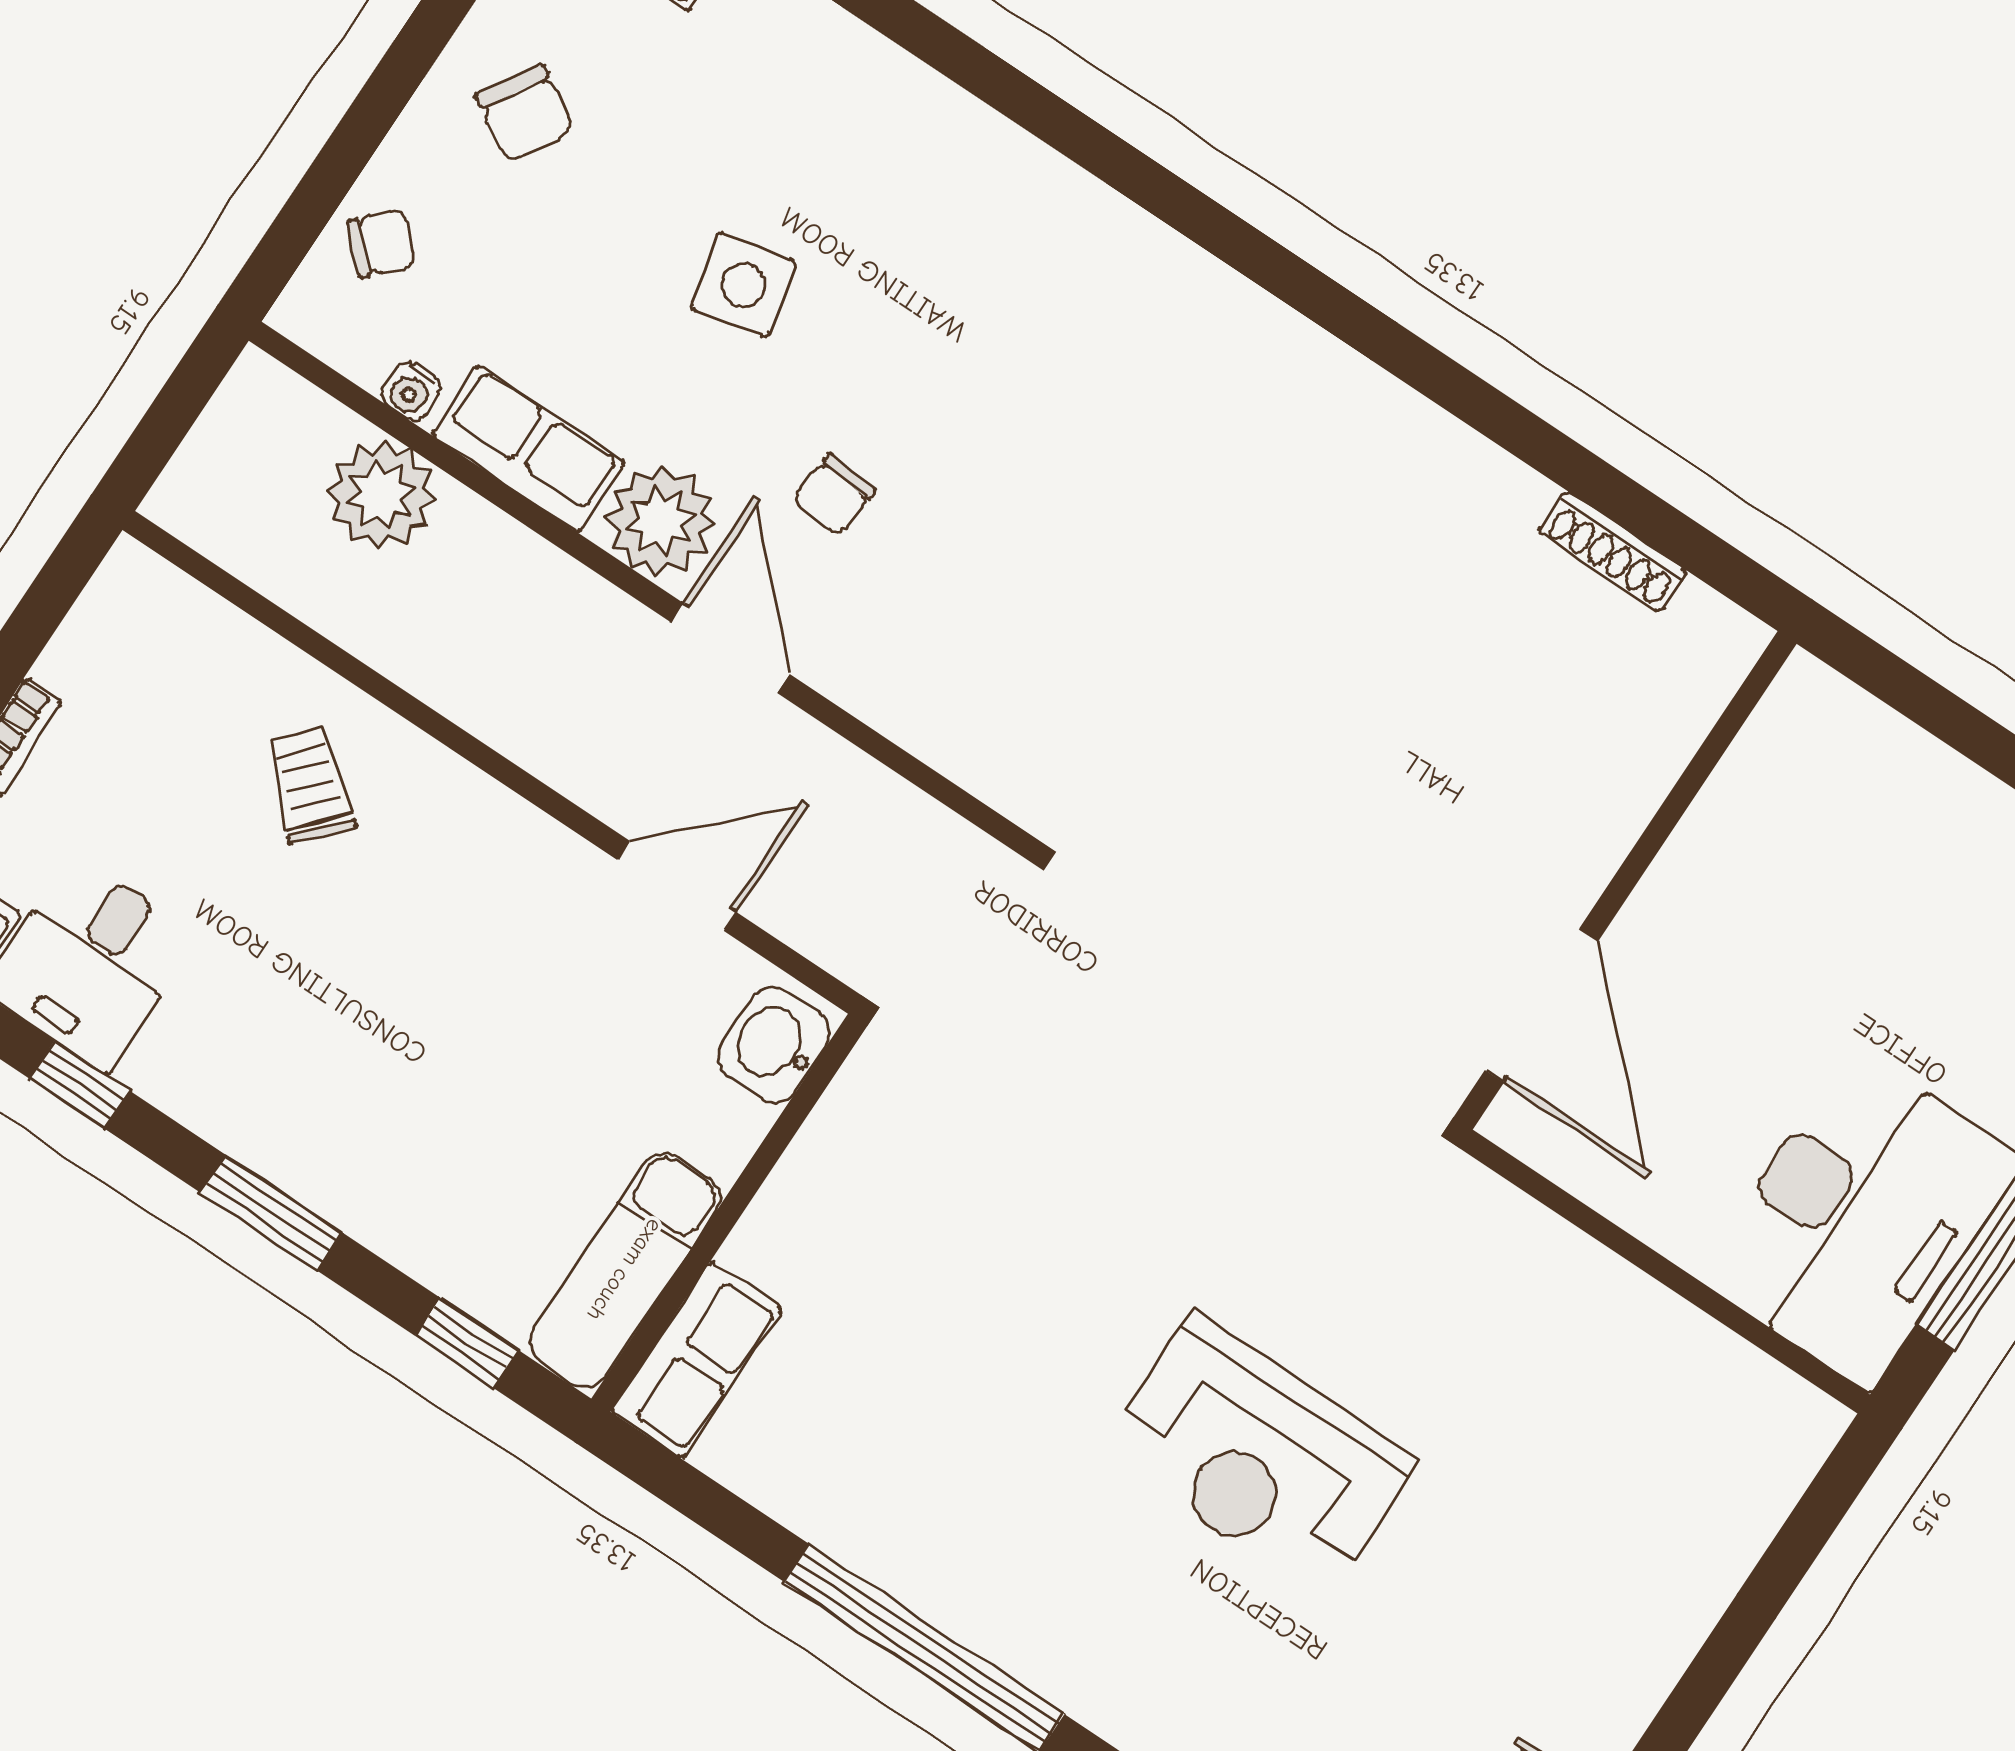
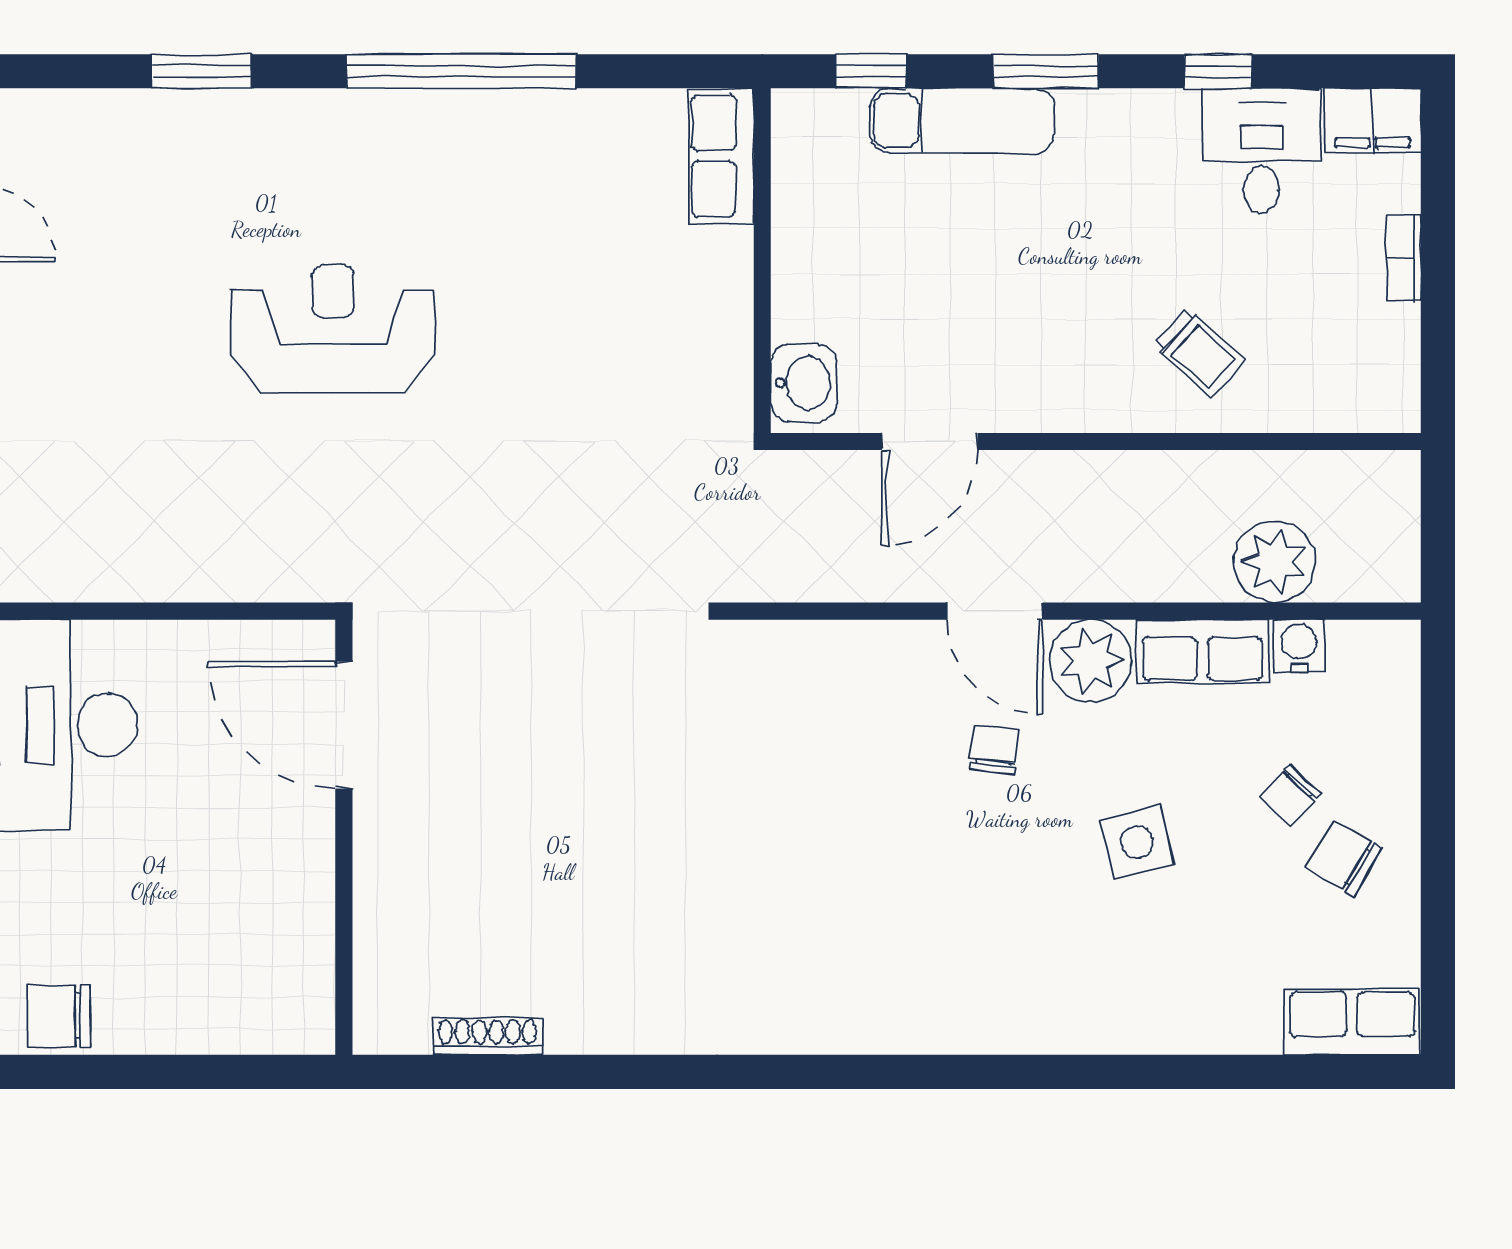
chair: (381, 243) -> (1291, 795), moved
water cooler: (411, 391) -> (1299, 645), width x1.38, depth x1.38
exam couch: (625, 1270) -> (962, 120), moved, turned 90

